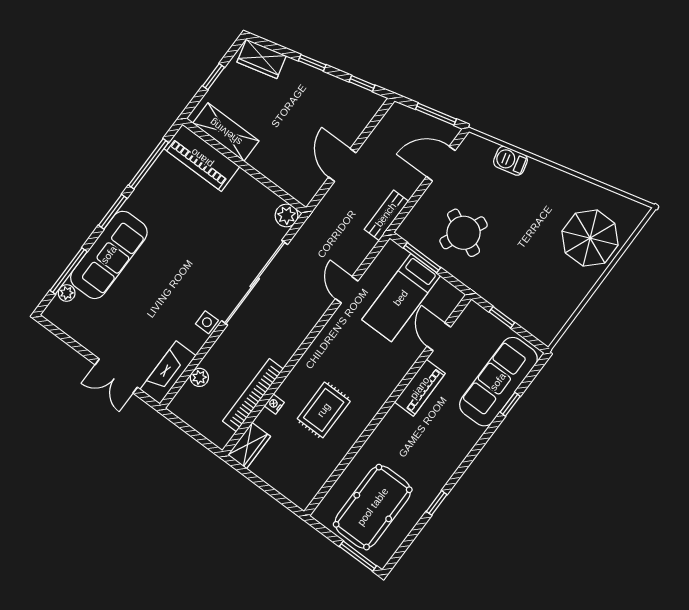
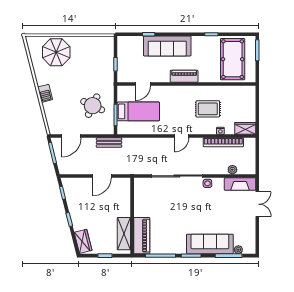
barbecue: (510, 161) -> (45, 93), moved
door: (441, 164) -> (71, 136), hinge flipped
plant: (287, 215) -> (140, 183), removed
door: (347, 290) -> (182, 136), moved
sofa: (498, 382) -> (167, 46), moved
piano: (420, 388) -> (184, 76), moved
pool table: (373, 507) -> (233, 59), turned 90

